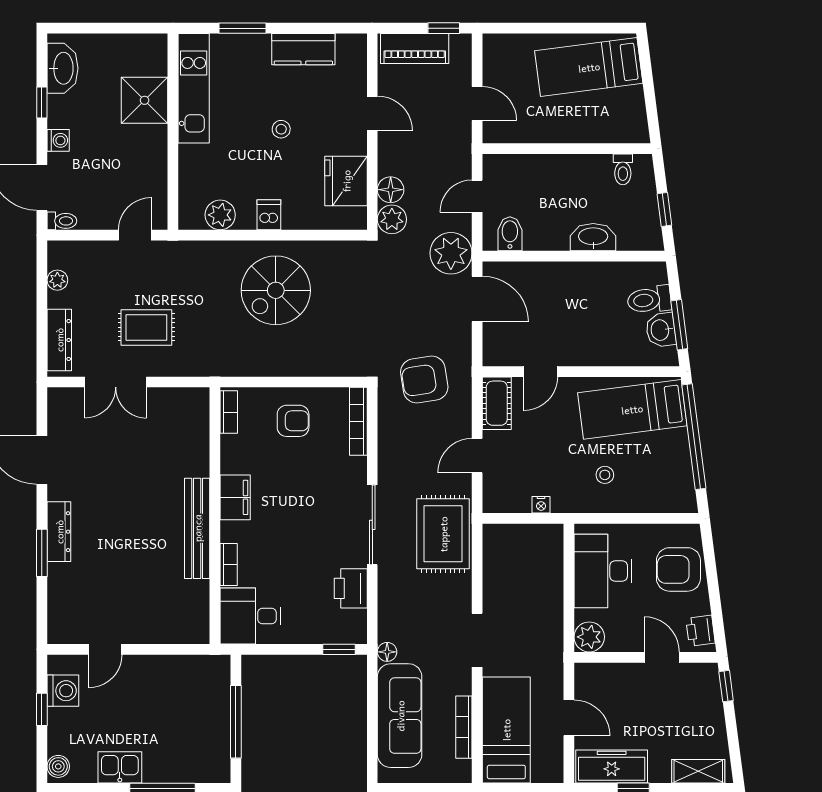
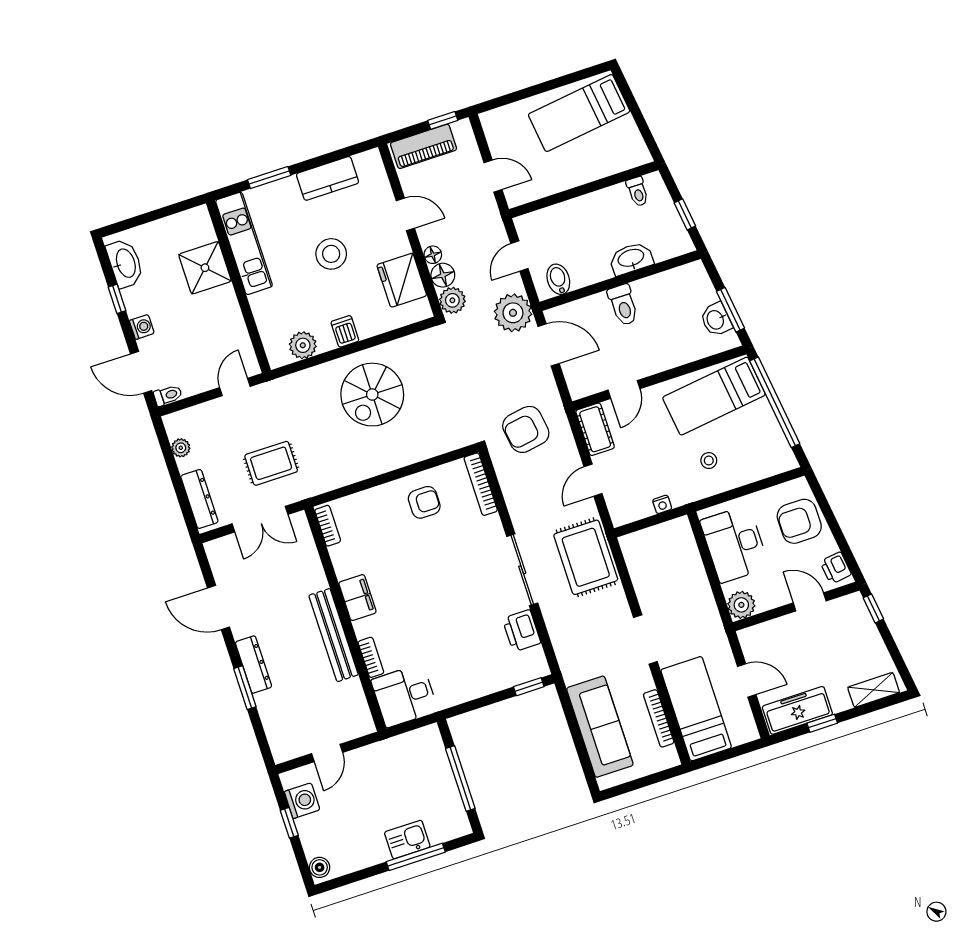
stool: (281, 129) -> (331, 254), width x1.89, depth x1.89
toilet: (649, 300) -> (623, 305), moved, turned -83
bookcase: (229, 412) -> (328, 526), moved
filing cabinet: (235, 497) -> (357, 598), moved
wall: (215, 516) -> (345, 619), moved
bench: (197, 528) -> (334, 635), moved
bookcase: (229, 565) -> (371, 657), moved
desk: (251, 616) -> (404, 696), moved
floor lamp: (387, 652) -> (433, 255), moved
kitchen sink: (120, 767) -> (407, 839), moved

